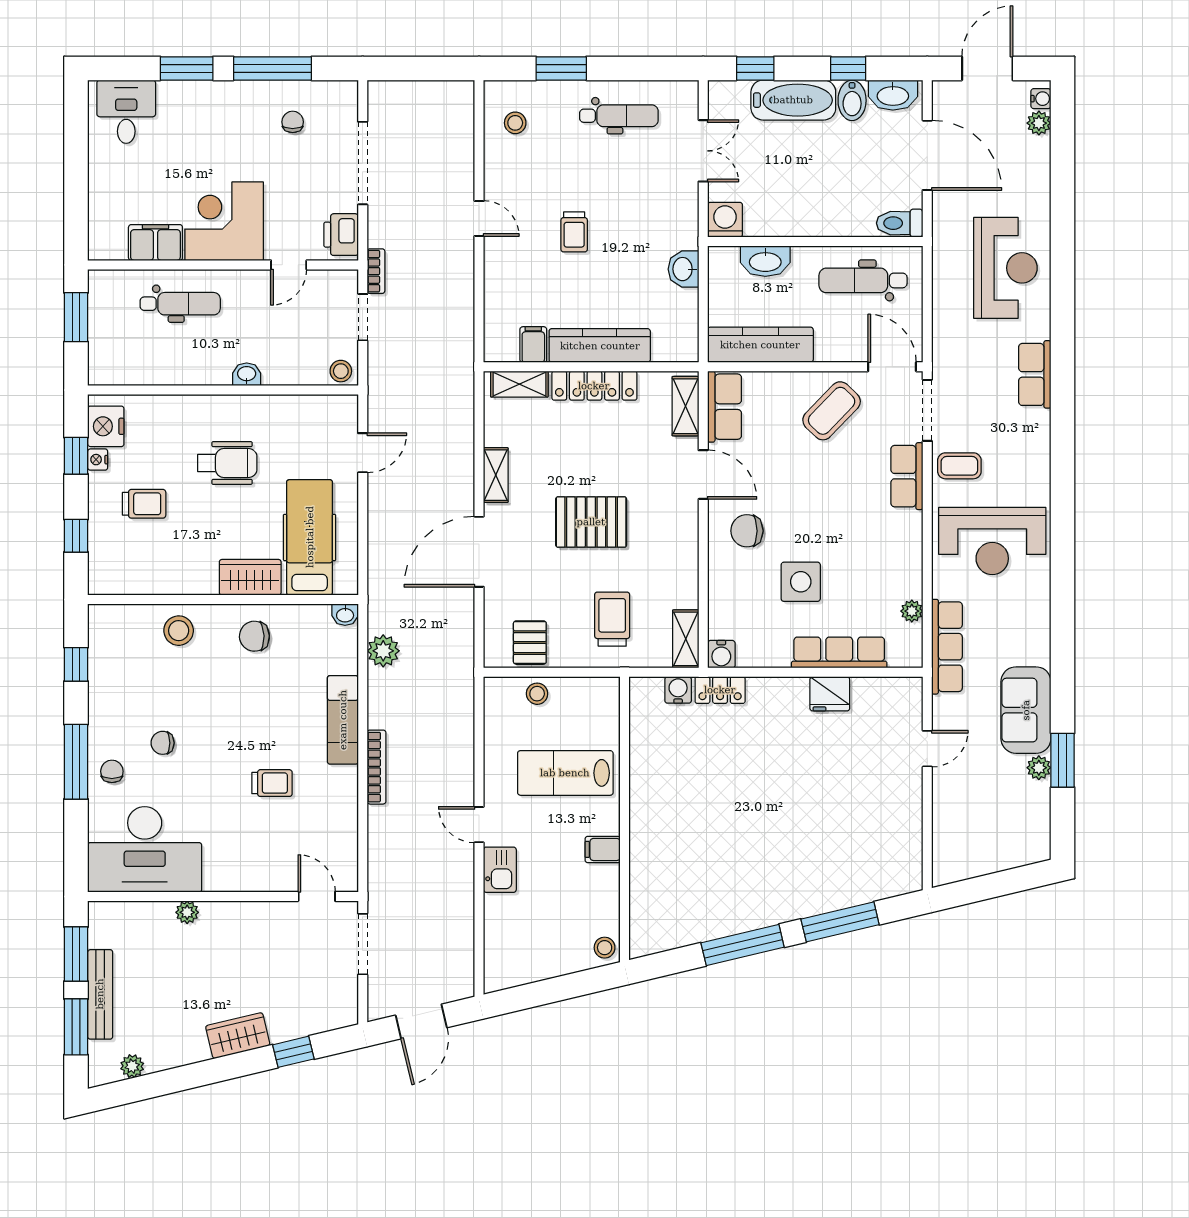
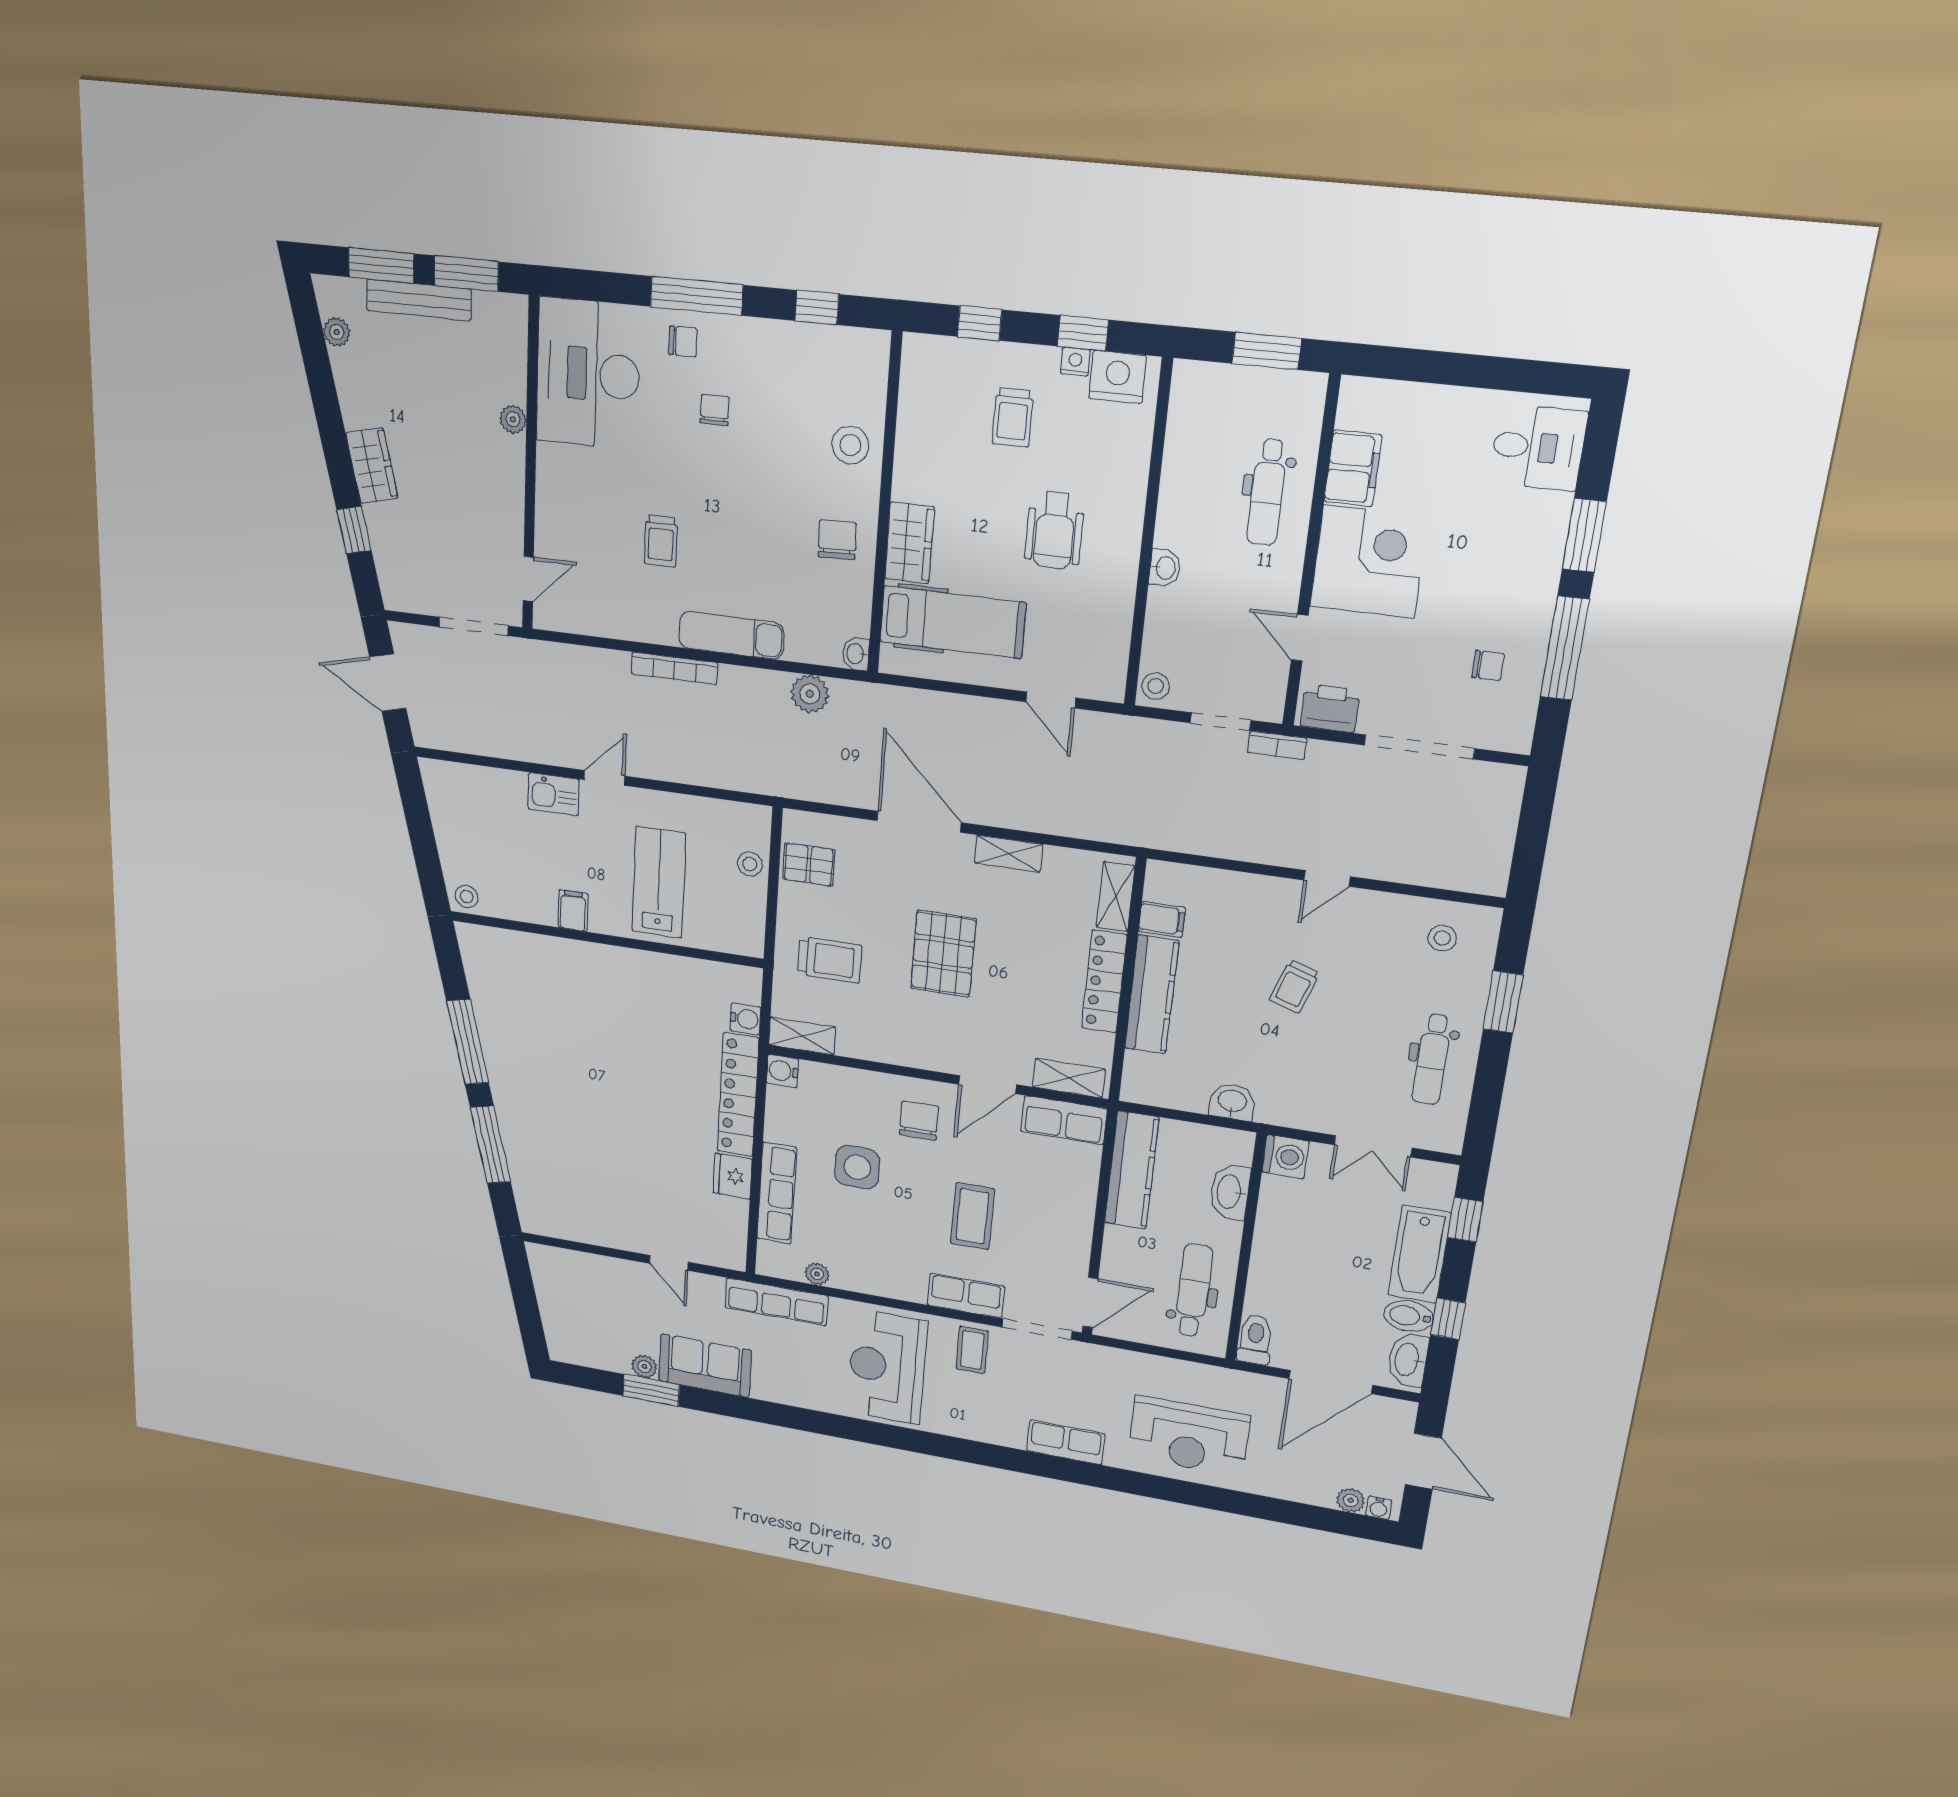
trolley: (574, 232) -> (1294, 986), turned -72
coffee table: (832, 411) -> (972, 1216), moved, turned 46
locker: (720, 690) -> (738, 1095), width x2.16, depth x1.21

